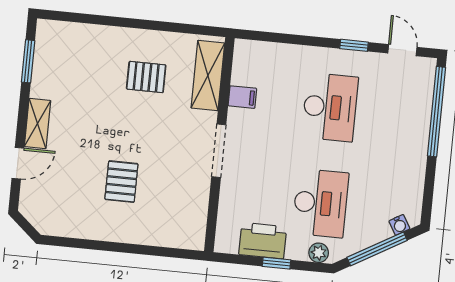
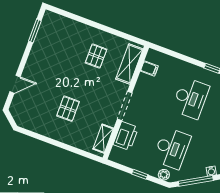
pallet: (146, 77) -> (96, 56), turned 90
filing cabinet: (242, 97) -> (149, 68), moved
shelving: (38, 123) -> (103, 139), moved
printer: (263, 241) -> (126, 136), moved, turned 90

